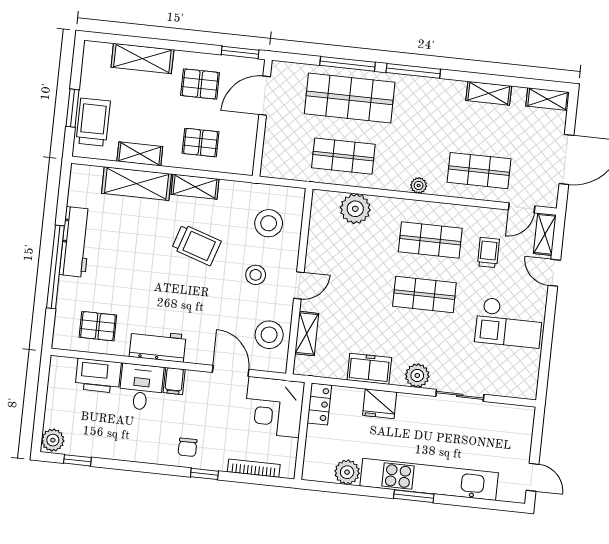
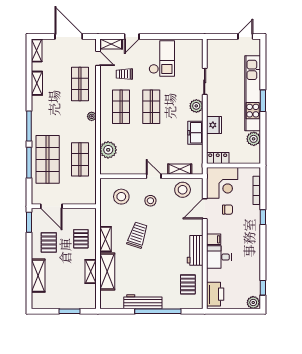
trolley: (93, 122) -> (76, 299), removed
printer: (98, 376) -> (215, 294), moved
chair: (187, 447) -> (228, 210), moved

